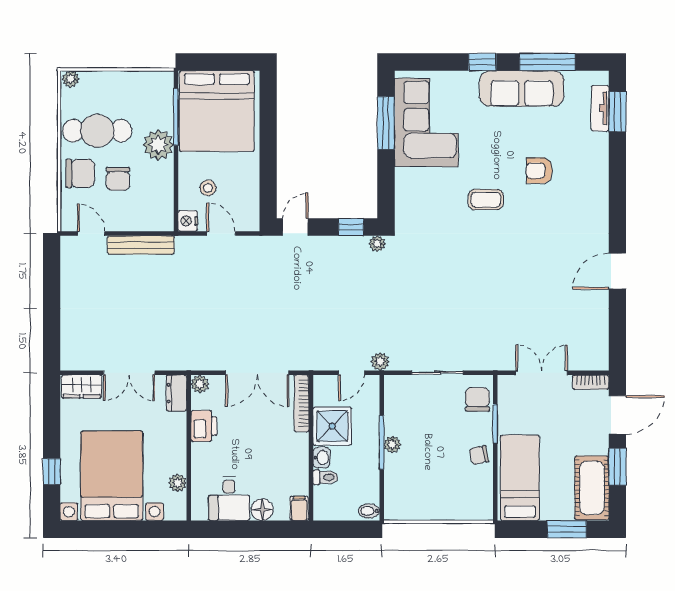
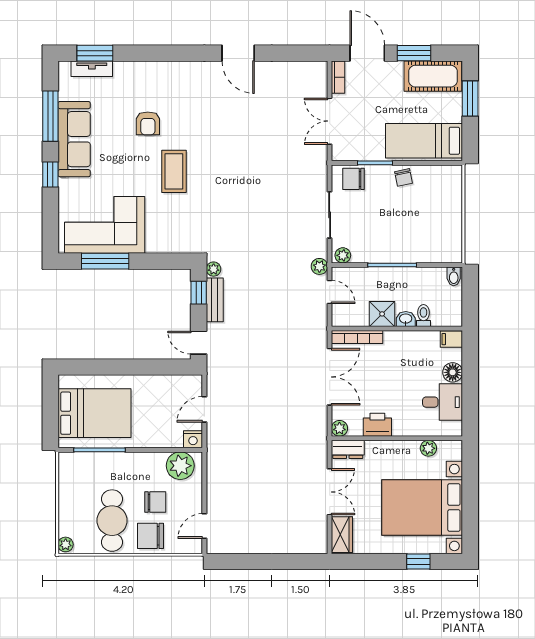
bed: (217, 111) -> (94, 413), width x0.73
plant: (158, 145) -> (180, 466), moved
chair: (80, 173) -> (150, 536), turned -90
stool: (208, 188) -> (163, 421), removed
coffee table: (486, 200) -> (174, 171), width x1.36, depth x1.30
bench: (141, 245) -> (215, 300), moved, width x0.73
shower: (332, 426) -> (382, 314), width x0.73, depth x0.73
plant: (392, 445) -> (343, 255), moved

